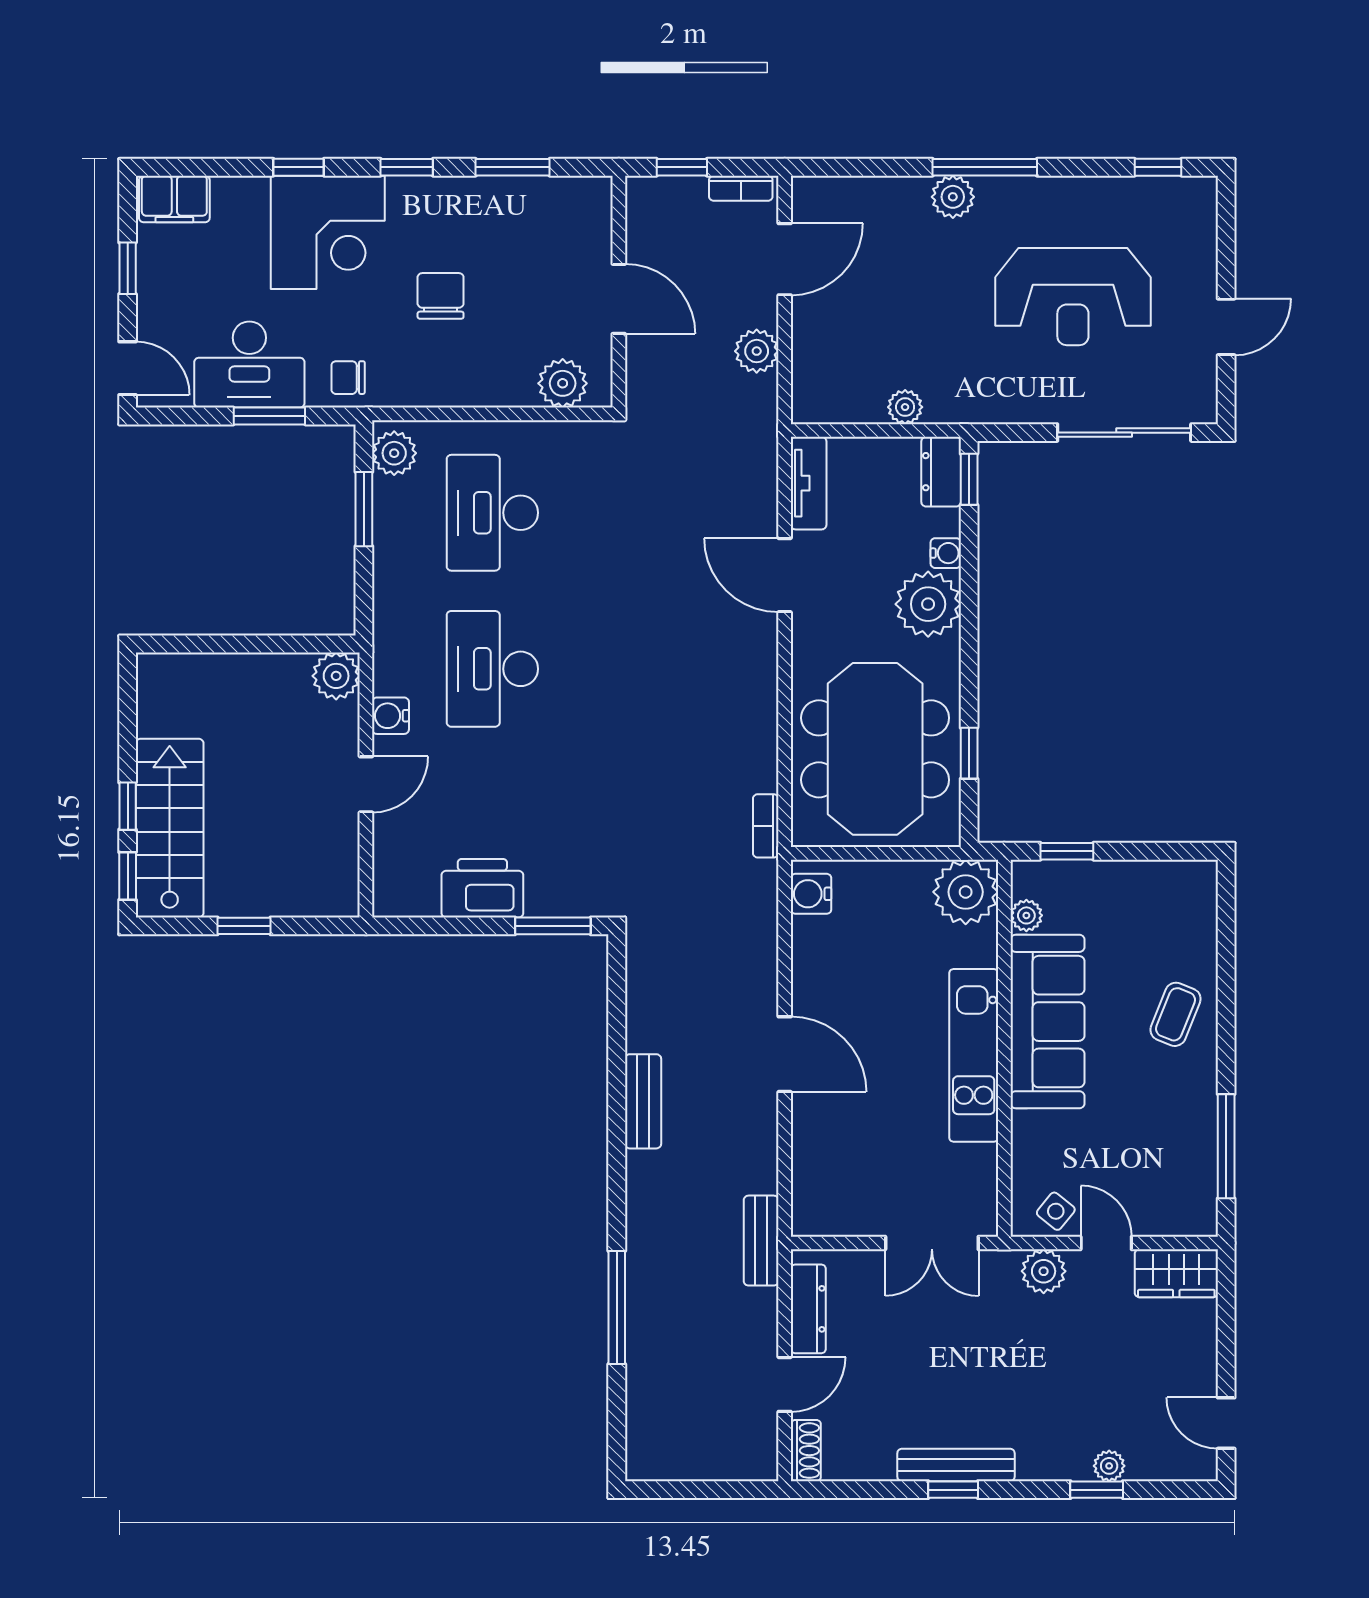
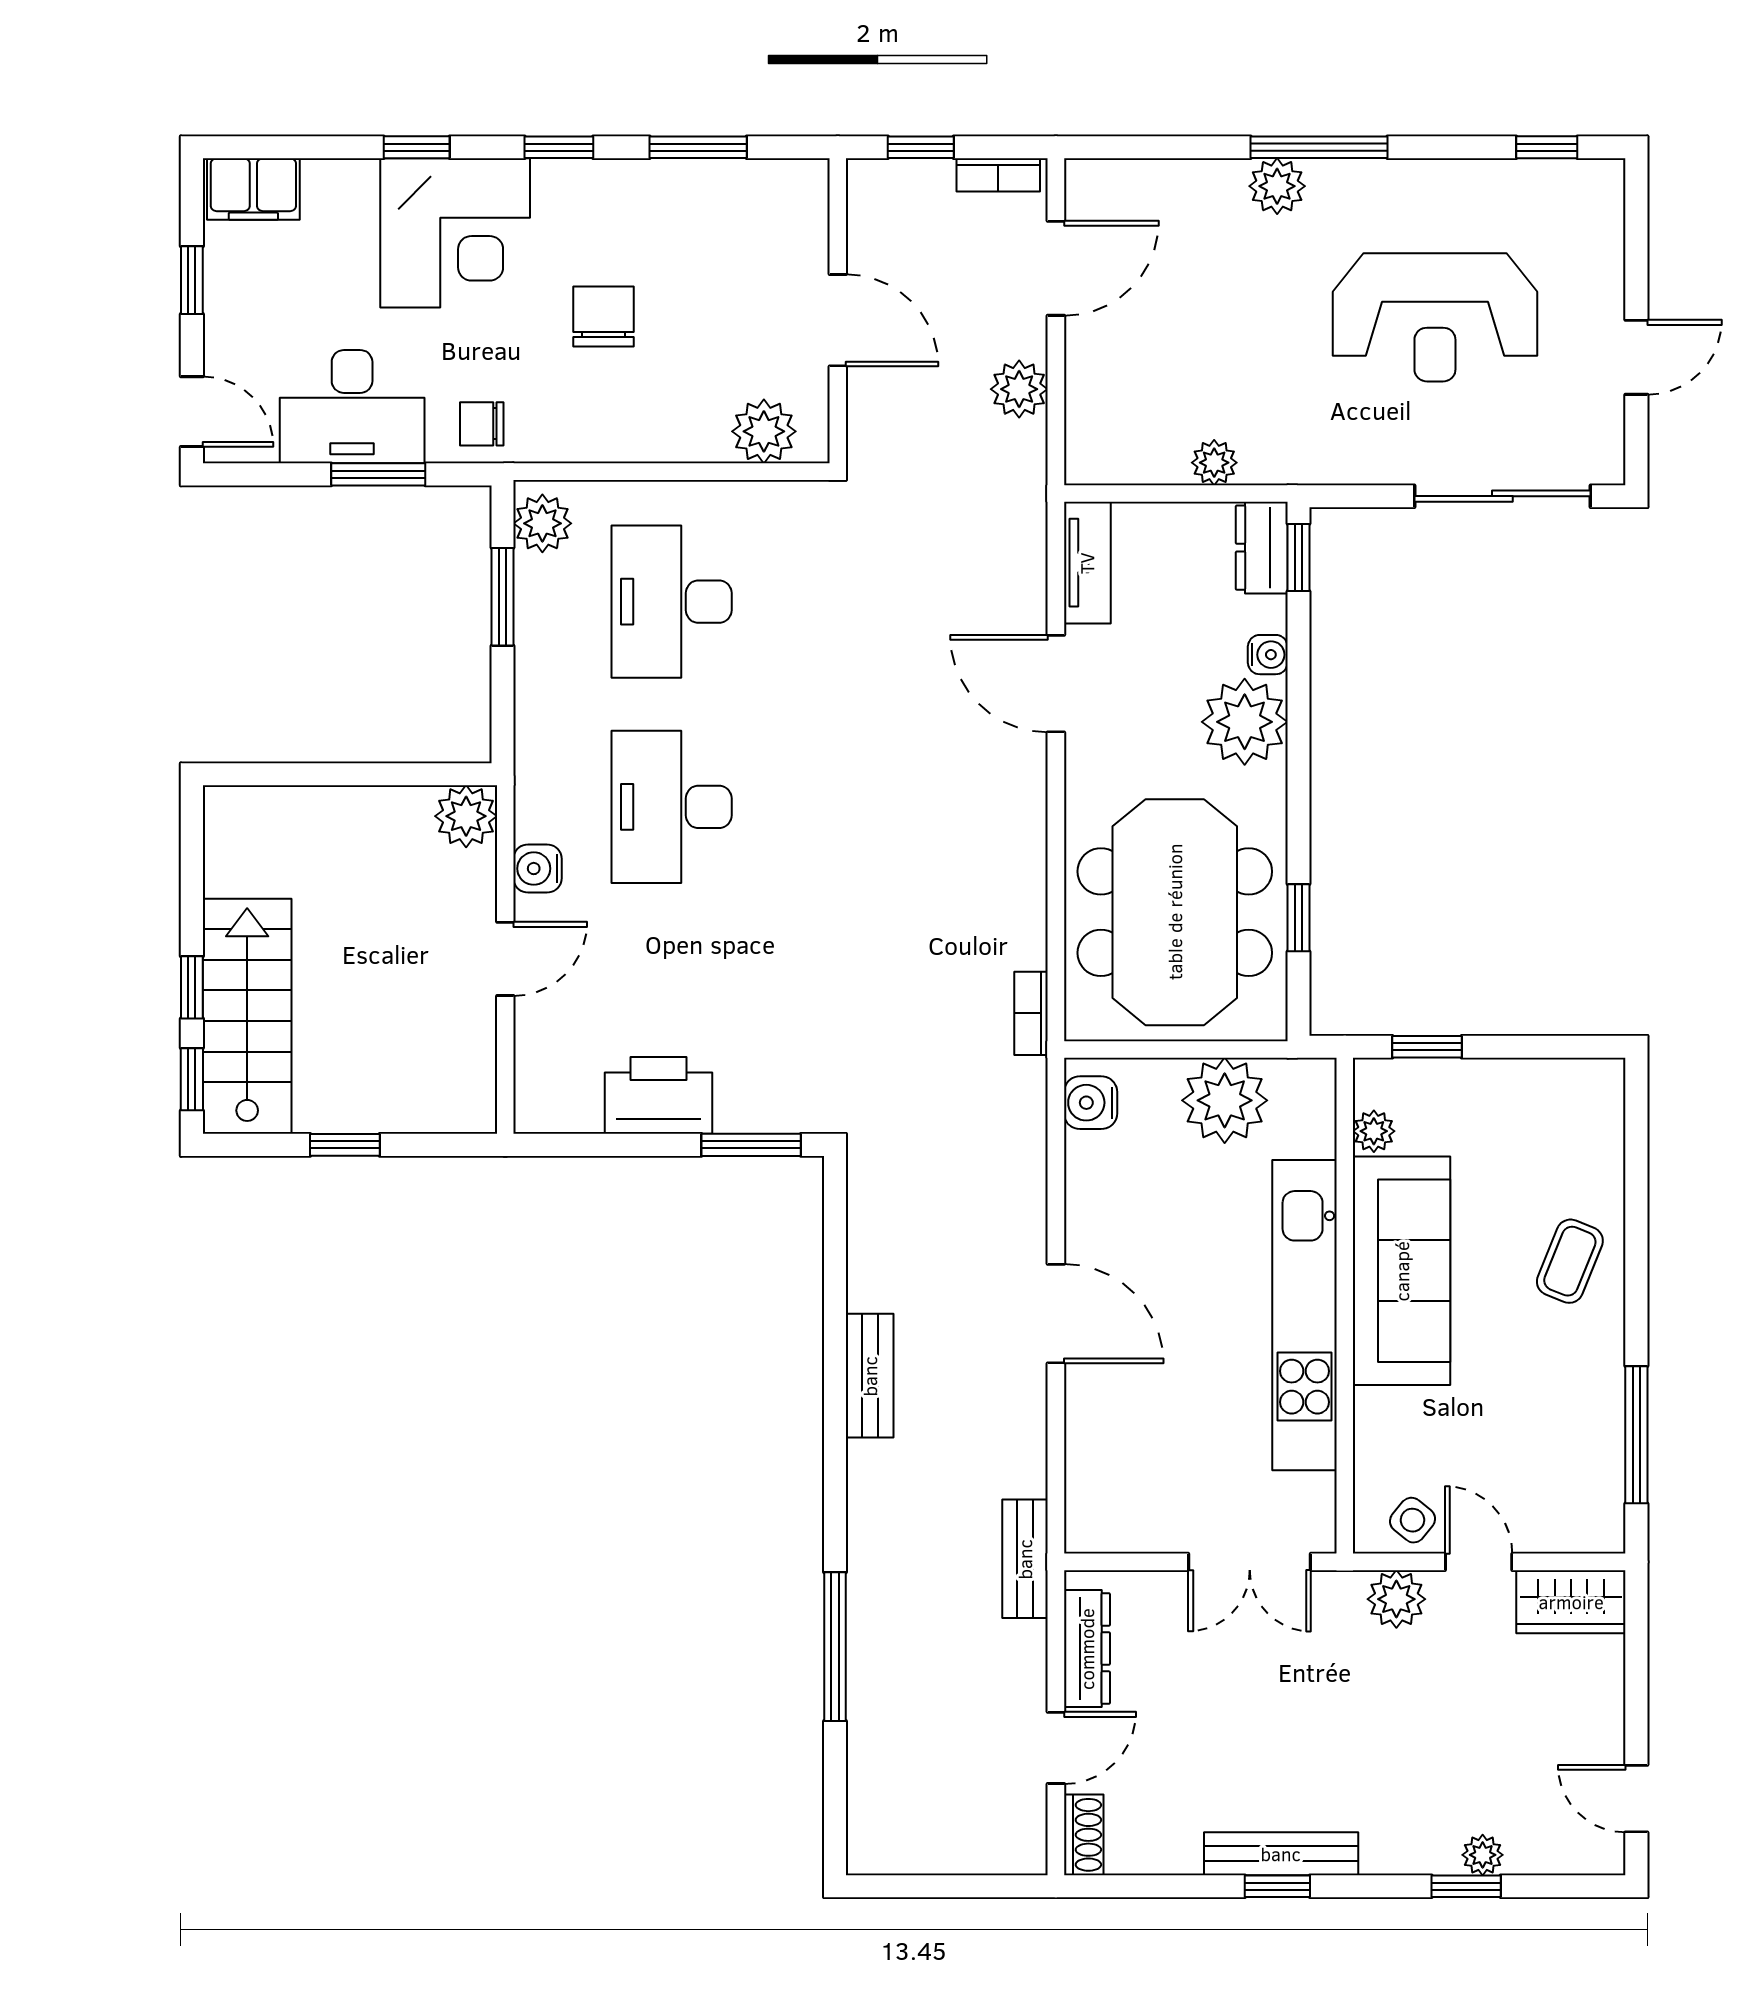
plant: (966, 892) -> (1225, 1100), moved
kitchen unit: (974, 1055) -> (1305, 1315), width x1.36

